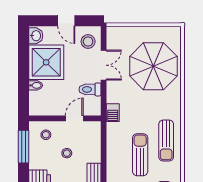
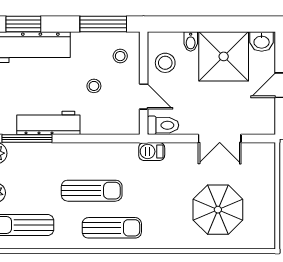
stool: (88, 41) -> (165, 63), moved
parasol: (153, 66) -> (218, 210), width x0.73, depth x0.73
toilet: (90, 89) -> (163, 125), moved, turned 90
sun lounger: (166, 141) -> (112, 228), turned 180

